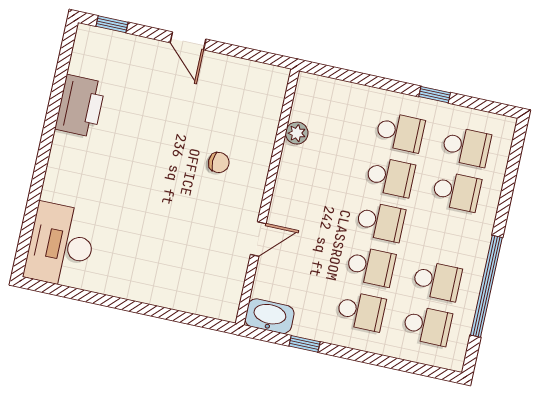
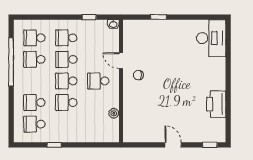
school desk: (400, 132) -> (98, 81), moved
chair: (219, 163) -> (138, 75), moved
door: (258, 239) -> (121, 61), hinge flipped
window: (161, 312) -> (158, 17), added
washbasin: (270, 316) -> (113, 24), width x0.52, depth x0.69

